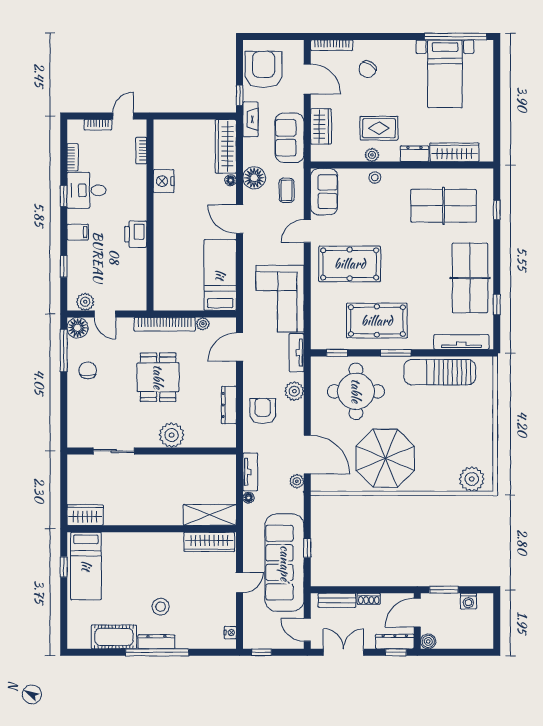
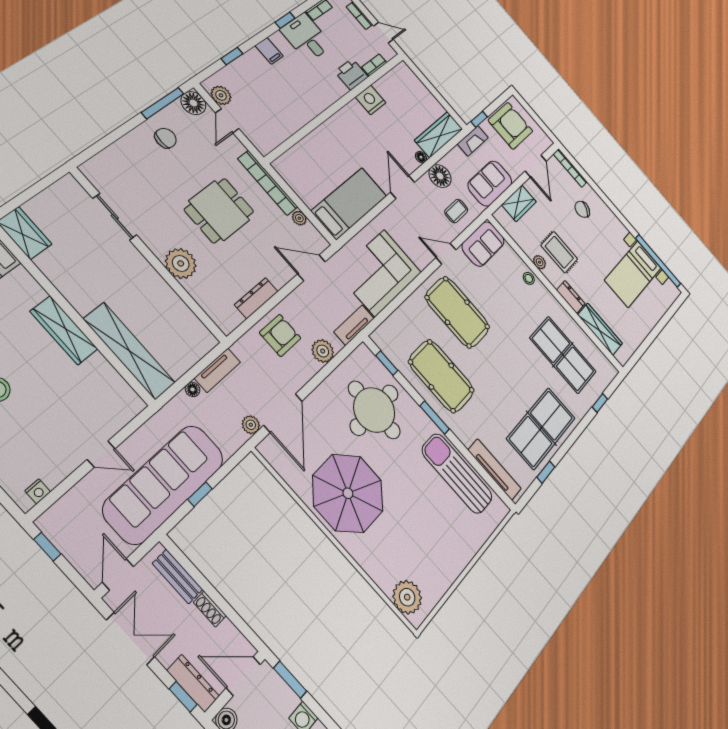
printer: (136, 234) -> (352, 74), moved
shelving: (210, 515) -> (129, 351), width x1.47
wardrobe: (209, 542) -> (64, 330), moved

